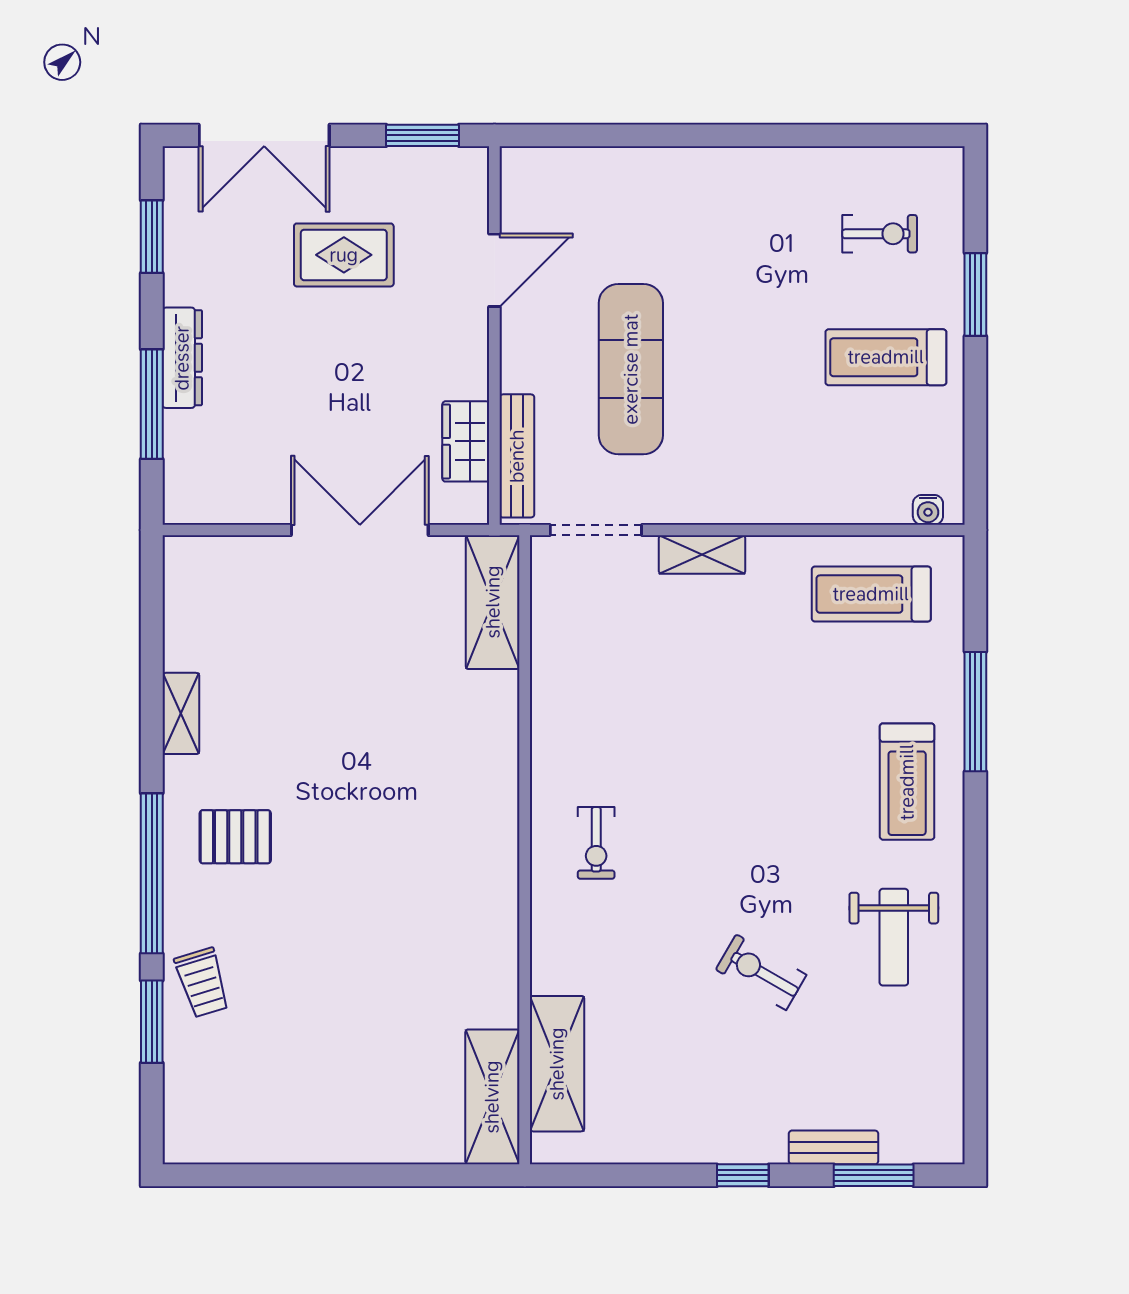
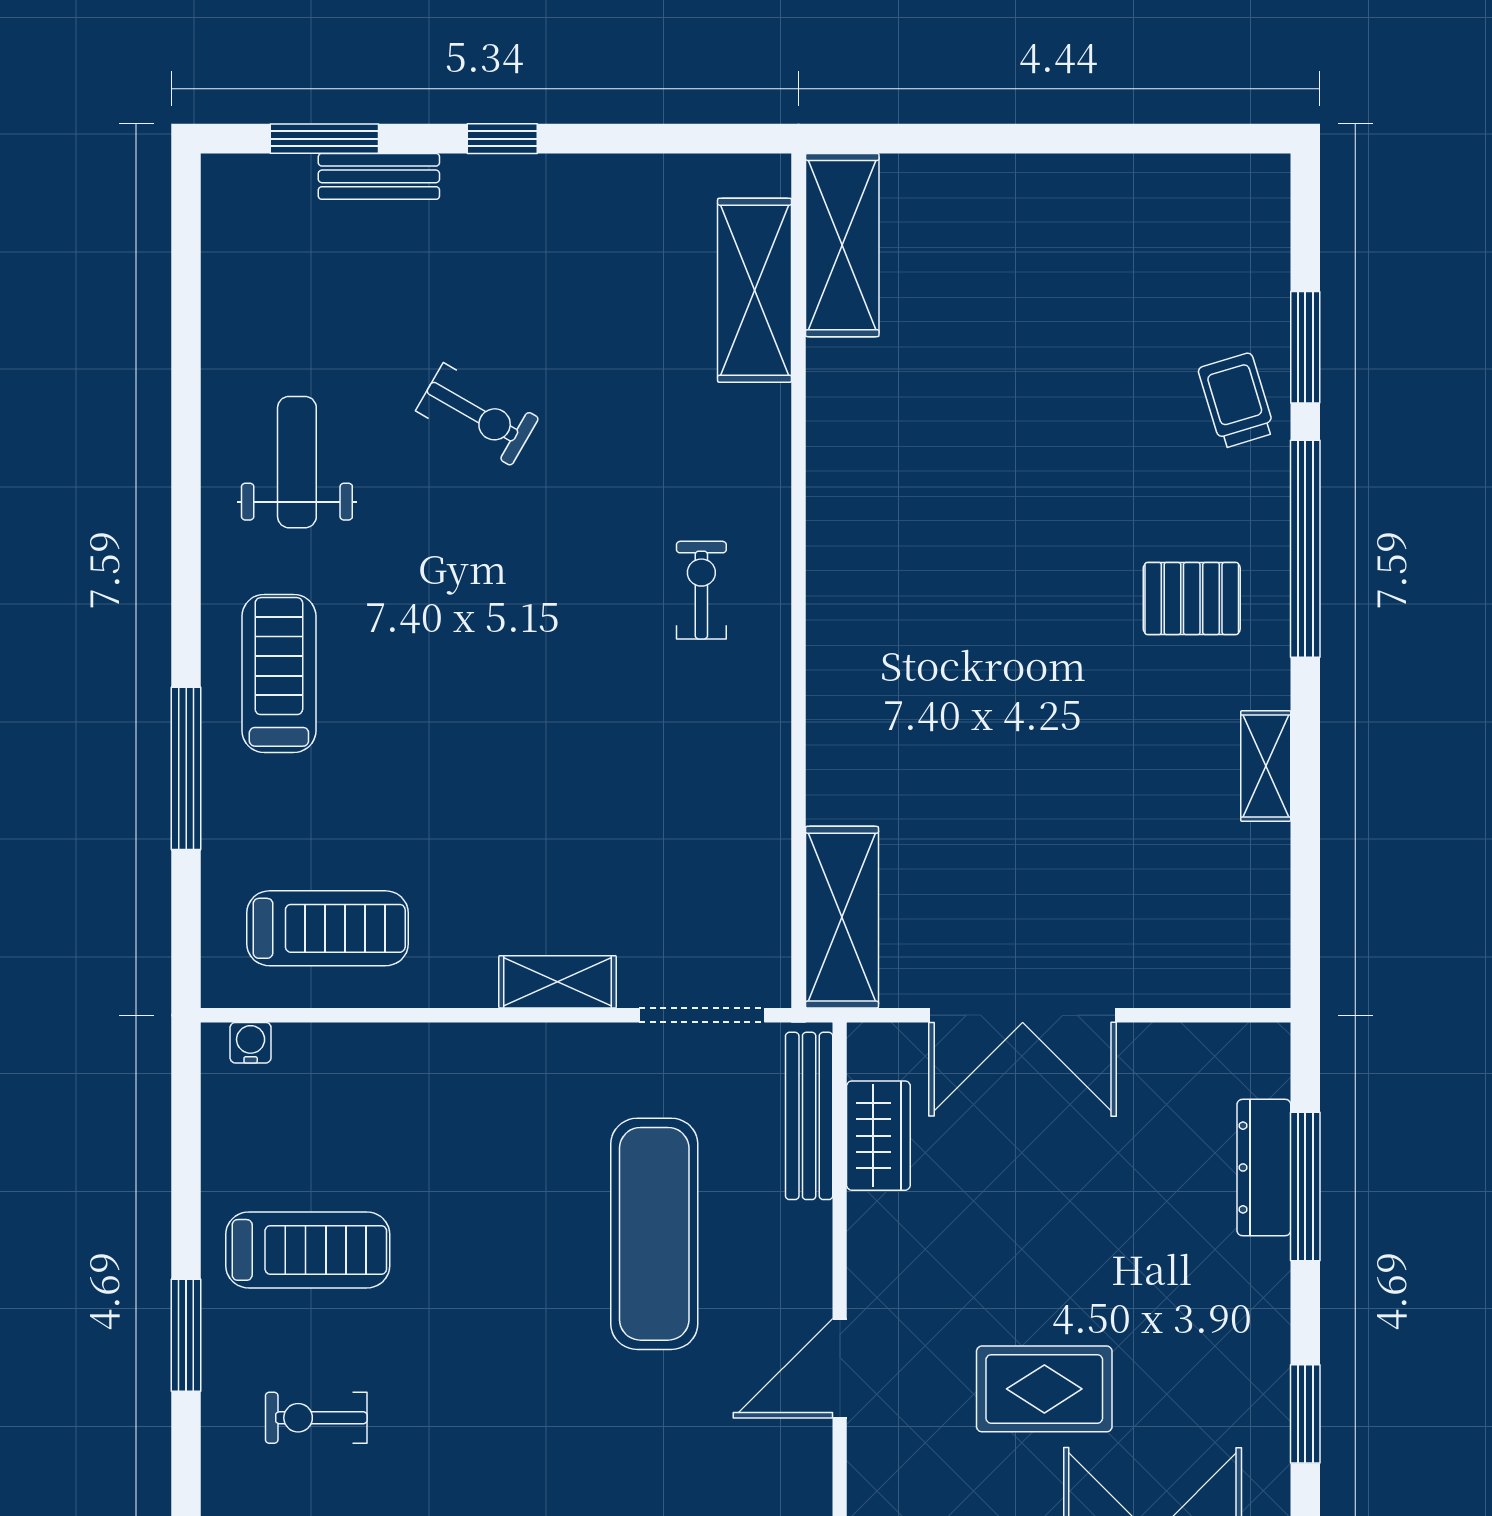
dresser: (182, 358) -> (1264, 1167), moved

